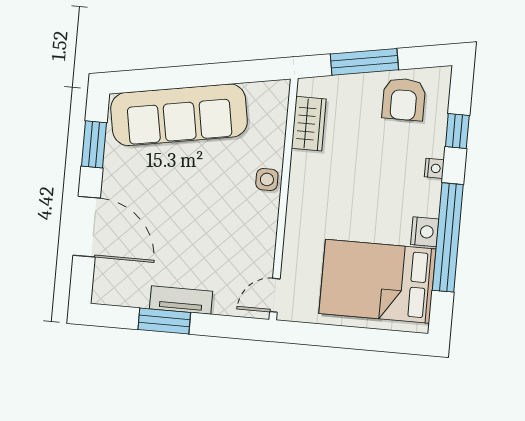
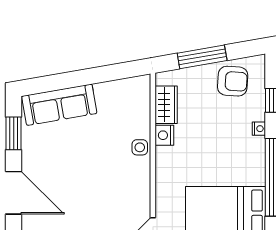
armchair: (404, 99) -> (233, 81), turned -86
sofa: (179, 115) -> (59, 105), width x0.74, depth x0.79
nightstand: (425, 232) -> (164, 135), moved, turned 180

